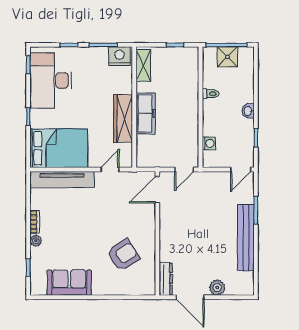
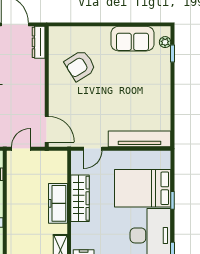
bed: (59, 148) -> (143, 188), moved
door: (157, 190) -> (47, 129), hinge flipped
bookcase: (35, 222) -> (166, 98), removed
plant: (36, 241) -> (165, 42), moved

